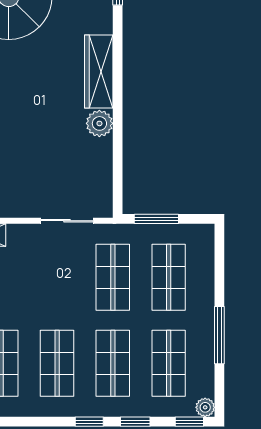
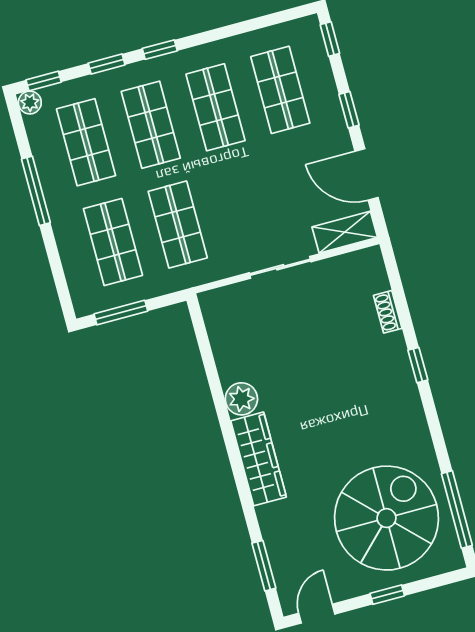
window: (156, 219) -> (121, 313), moved
sliding door: (67, 221) -> (280, 267), moved

